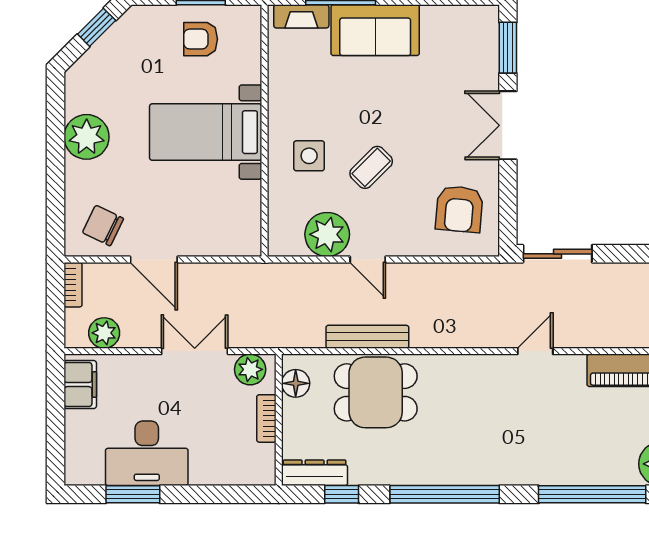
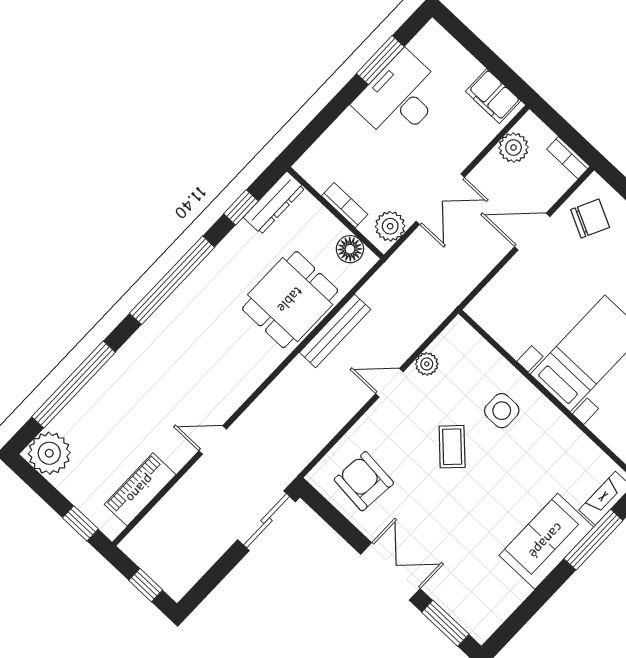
plant: (327, 234) -> (427, 364), width x0.53, depth x0.53
door: (535, 351) -> (213, 440), swing flipped

